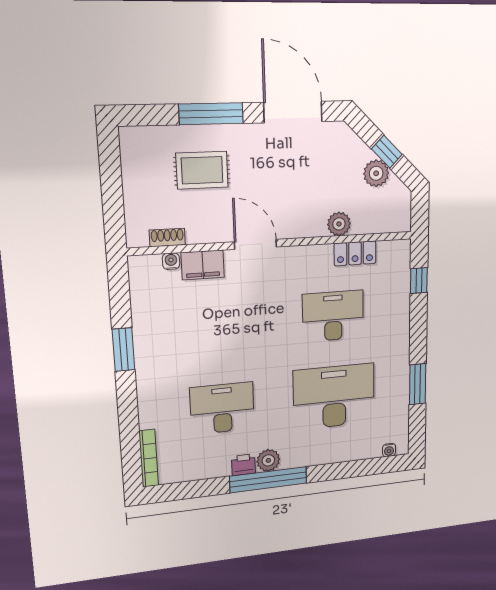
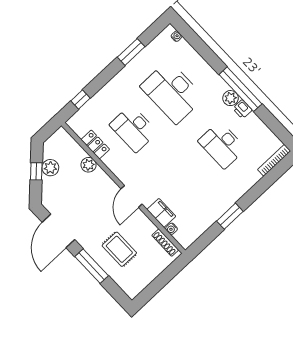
shoe rack: (167, 238) -> (165, 243), width x1.43

